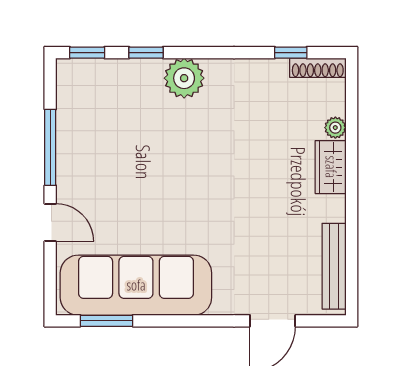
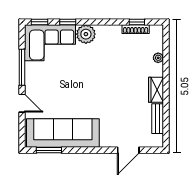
shoe rack: (318, 68) -> (136, 29), moved
corner sofa: (109, 96) -> (50, 43), added
wardrobe: (331, 167) -> (156, 90), moved
bench: (334, 266) -> (158, 119), width x0.73

